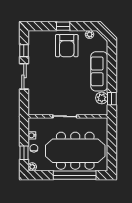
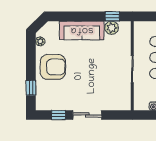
window: (63, 26) -> (31, 88), moved

